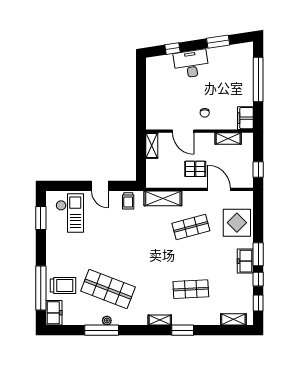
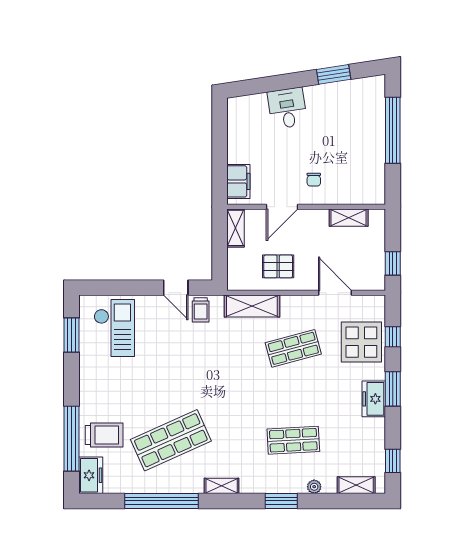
window: (173, 49) -> (266, 85), removed
desk: (191, 64) -> (287, 108), width x0.73
filing cabinet: (245, 118) -> (238, 181), moved, turned 180
door: (183, 131) -> (282, 207), hinge flipped
pallet: (195, 169) -> (278, 266), moved
door: (100, 186) -> (176, 288), moved
window: (258, 279) -> (393, 337), moved
shop shelf: (108, 289) -> (171, 440), turned -45
plant: (107, 320) -> (314, 487), moved
shelving: (160, 320) -> (222, 486), moved
window: (102, 330) -> (161, 501), width x1.46

